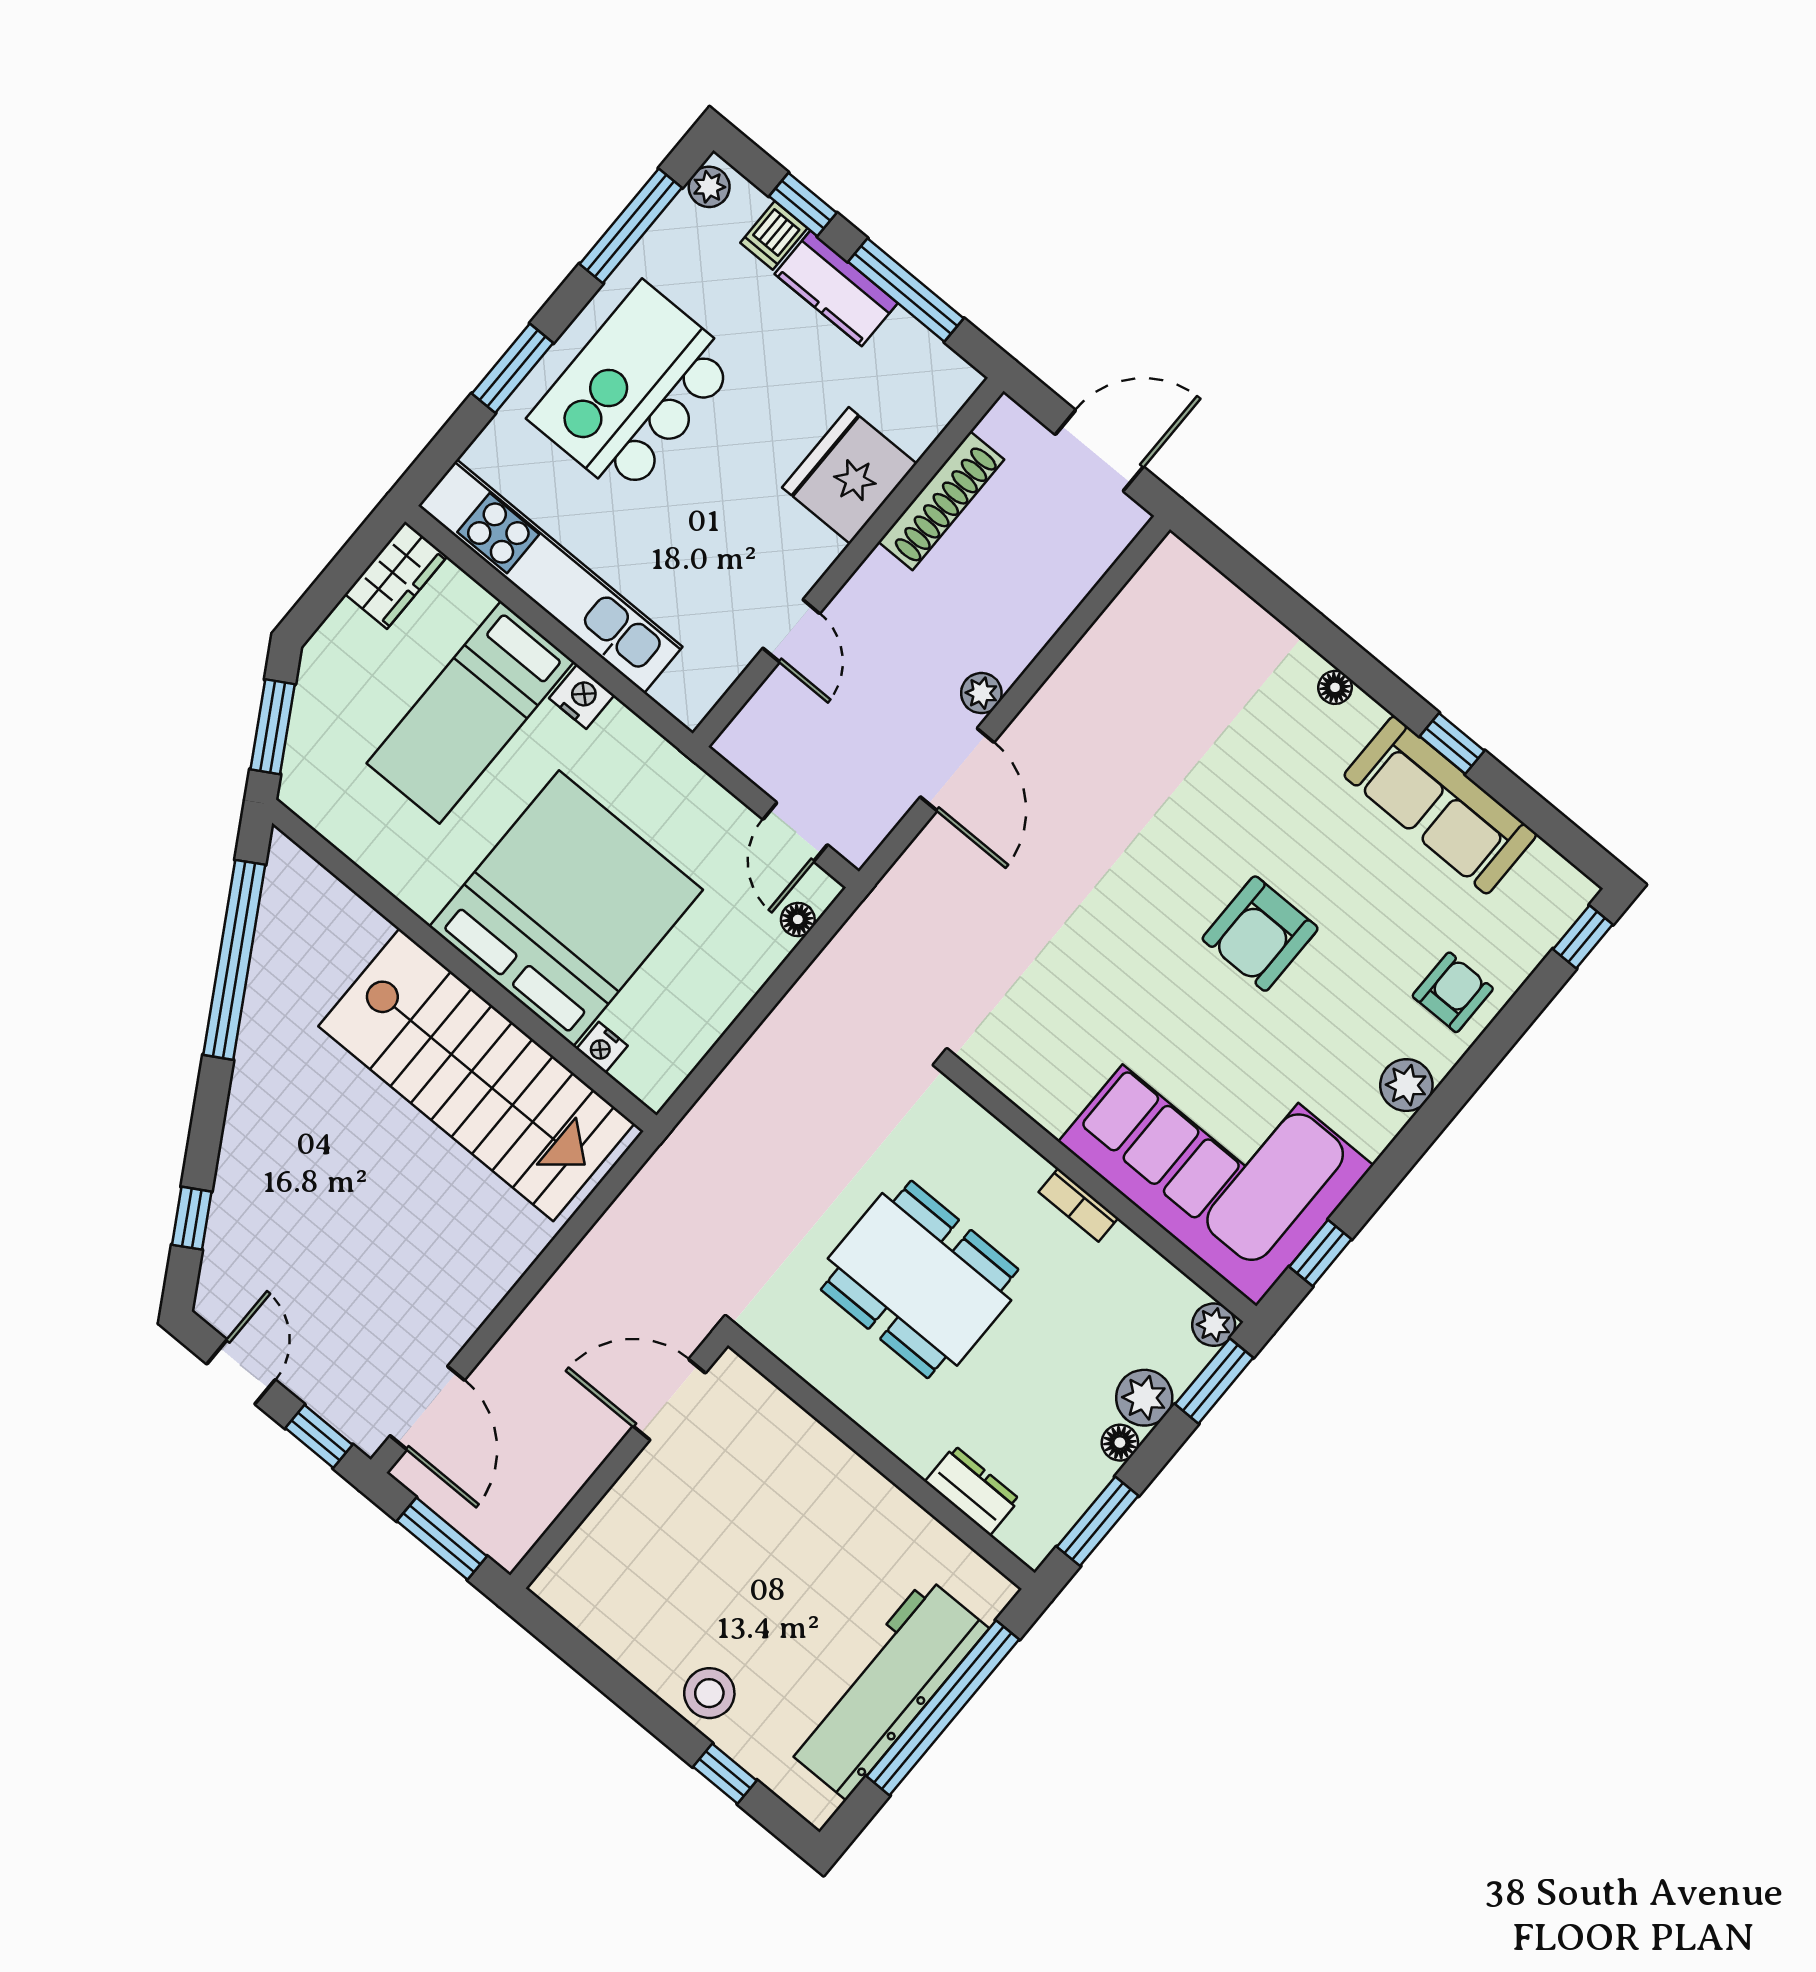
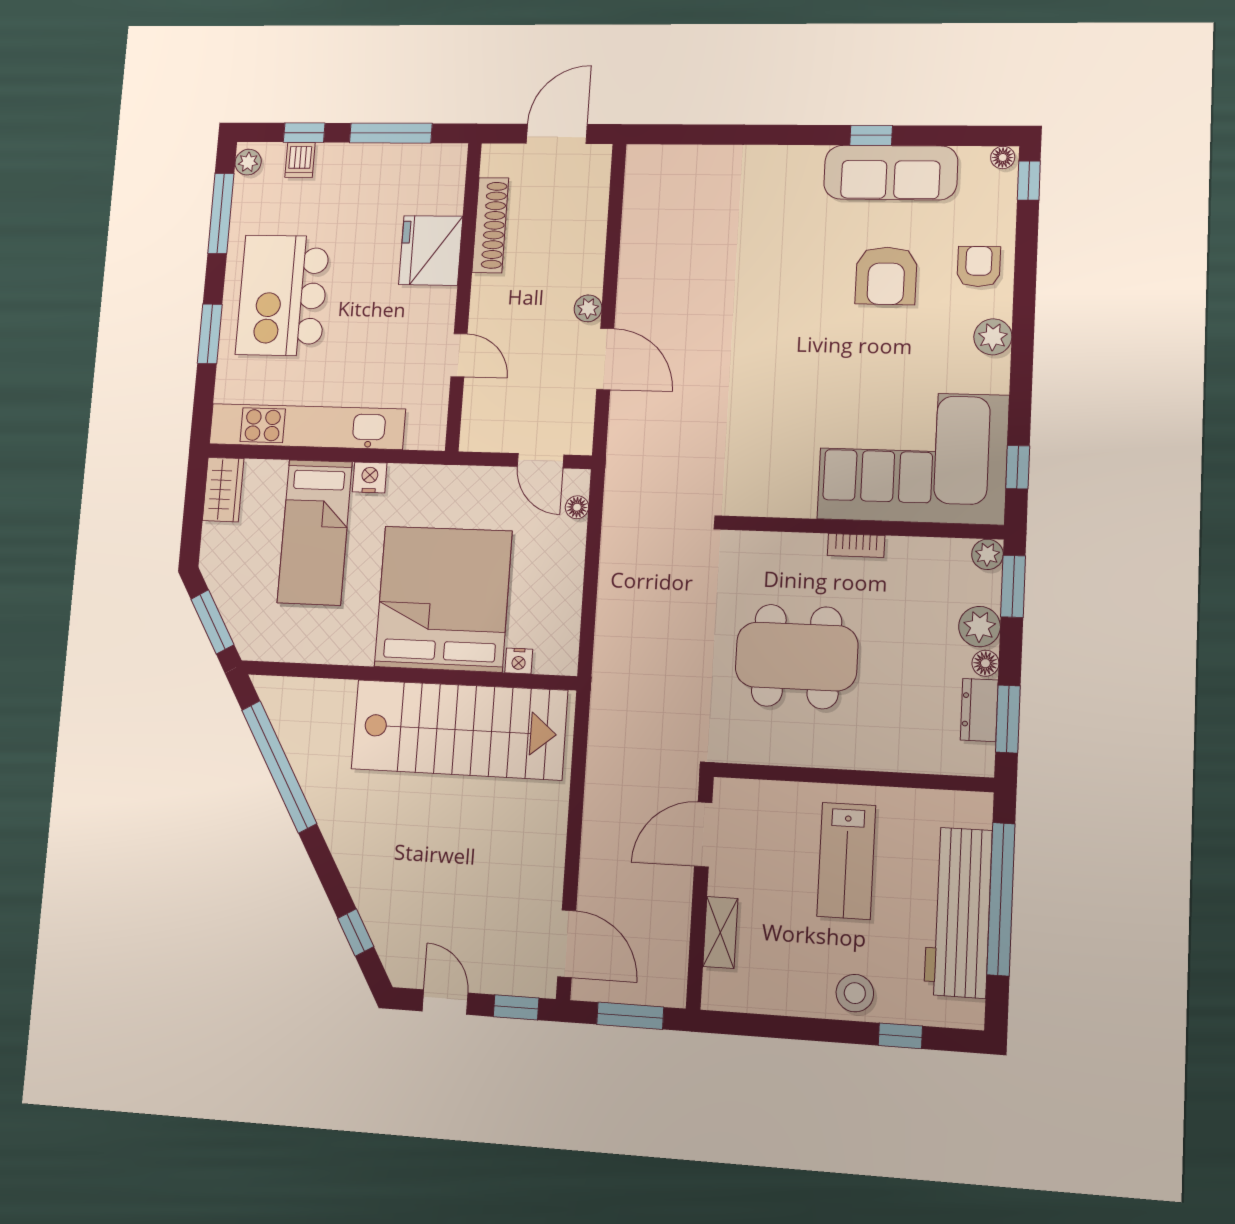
kitchen counter: (836, 288) -> (353, 161), removed
floor lamp: (1335, 687) -> (1003, 157), moved
armchair: (1260, 934) -> (886, 276), moved
dresser: (972, 1490) -> (979, 710), moved, turned -90
shelving: (609, 1521) -> (720, 932), added
lab bench: (806, 1545) -> (846, 861), added

